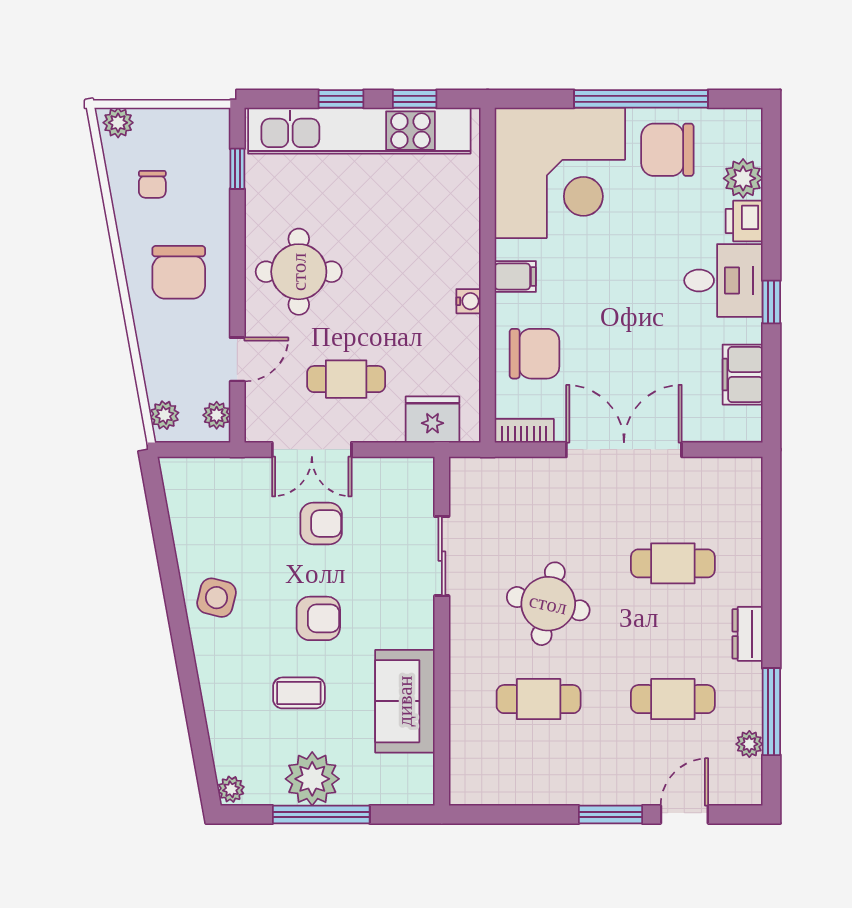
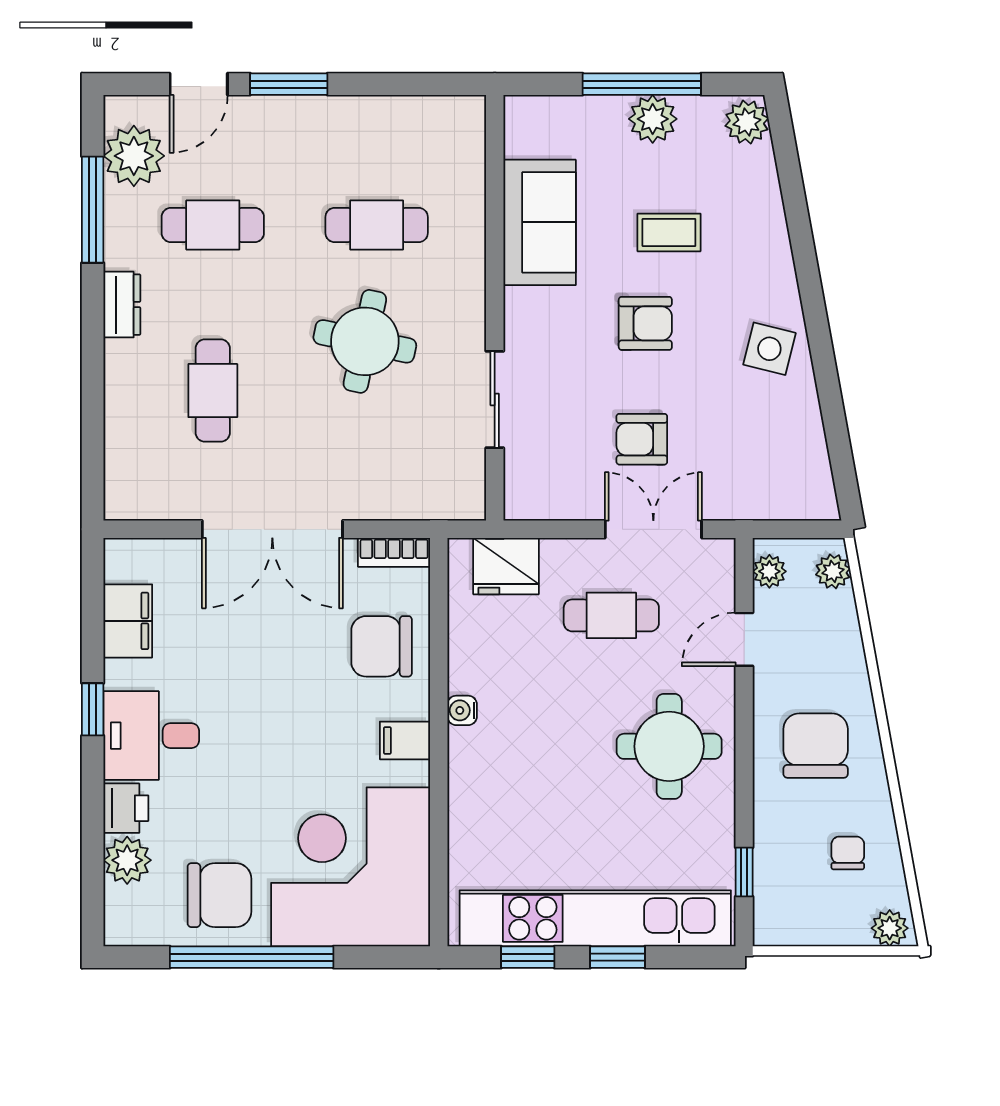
cafe table: (673, 563) -> (213, 391), turned 90
armchair: (318, 618) -> (645, 323), turned 180
plant: (749, 744) -> (134, 156), width x1.88, depth x1.88
plant: (312, 779) -> (653, 119), width x0.73, depth x0.73
plant: (231, 789) -> (747, 122), width x1.38, depth x1.38

